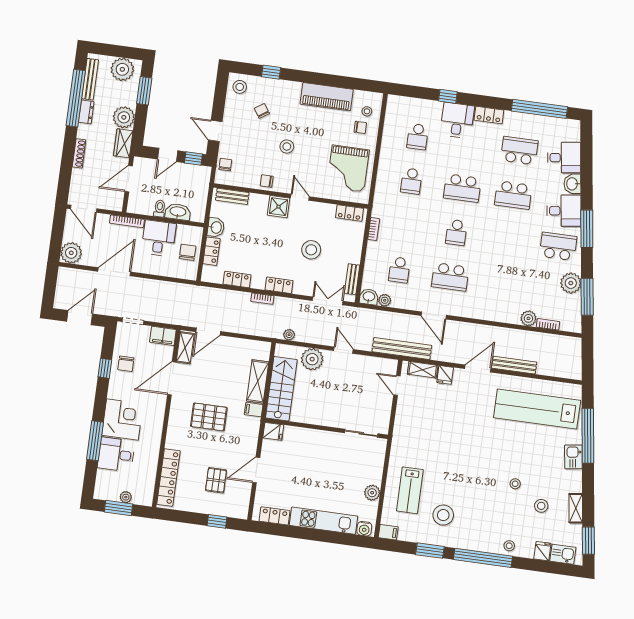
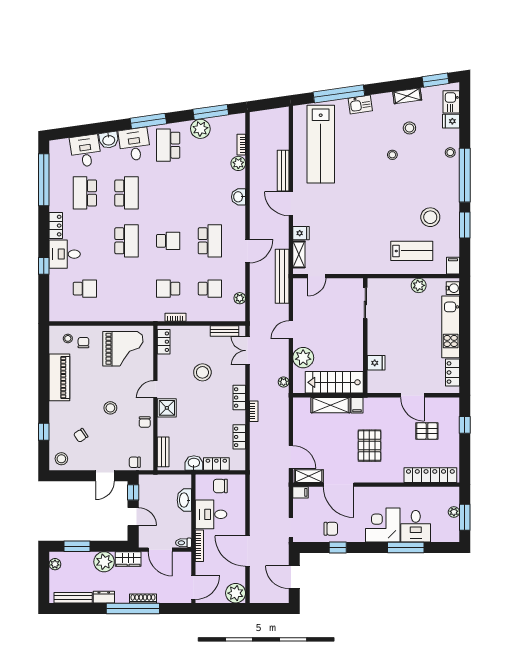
plant: (122, 69) -> (55, 564), width x0.53, depth x0.53
window: (76, 98) -> (133, 608), moved
school desk: (411, 181) -> (168, 289), moved, turned 180
toilet: (160, 208) -> (184, 543), moved
washbasin: (369, 297) -> (239, 197), moved
filing cabinet: (163, 336) -> (301, 492), width x0.50
fridge: (273, 431) -> (376, 363), moved, turned 90

